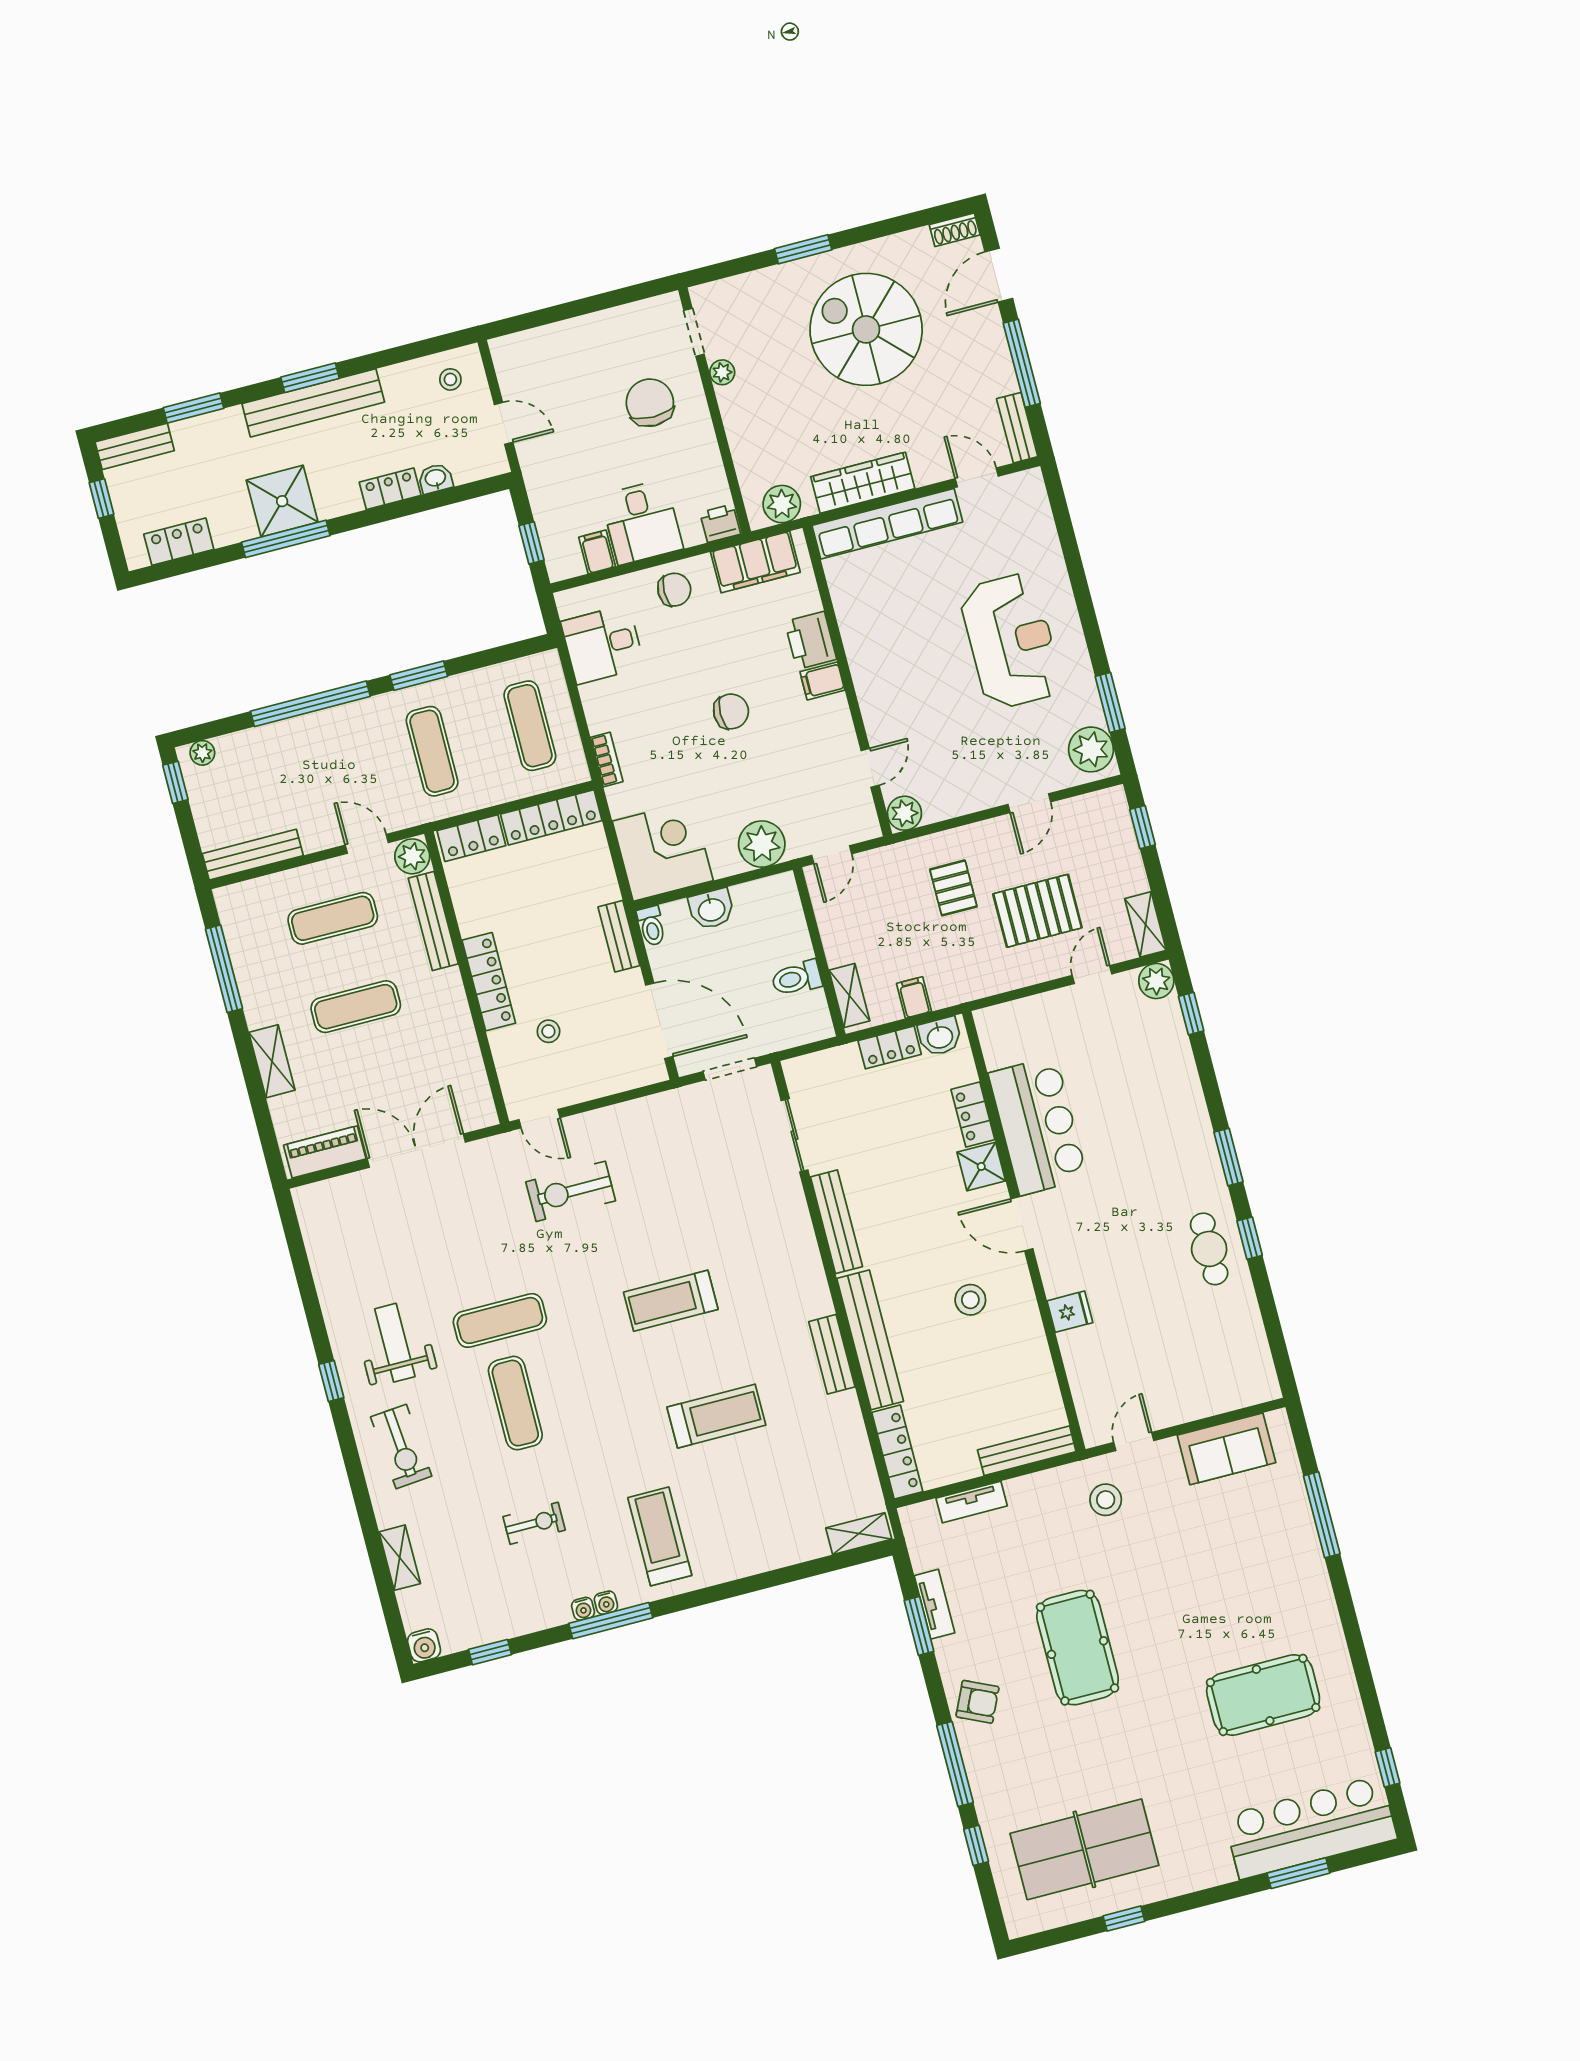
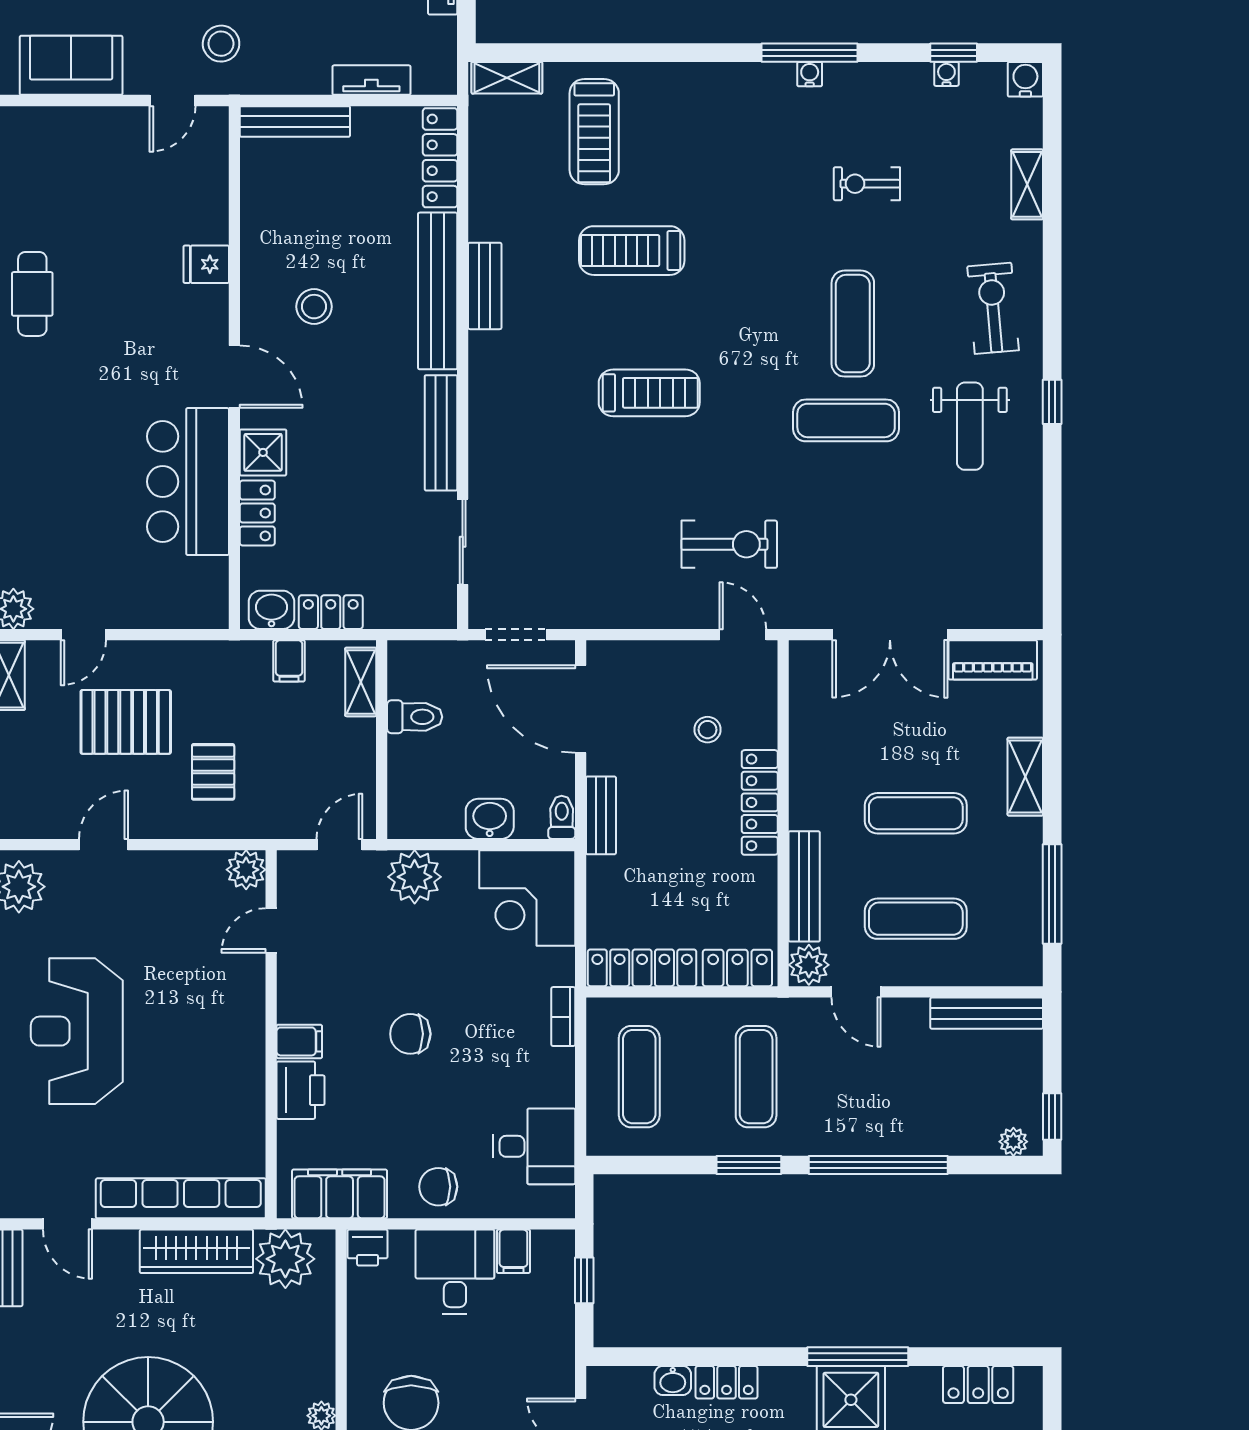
plant: (782, 504) -> (285, 1259), width x1.36, depth x1.36
treadmill: (660, 1536) -> (594, 132), moved
water cooler: (583, 1609) -> (946, 74), moved

